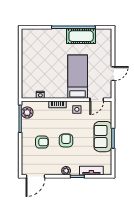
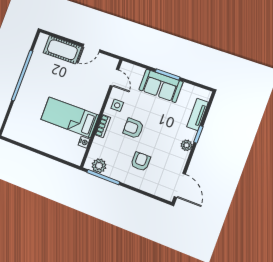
cot: (81, 36) -> (62, 50), moved, turned 90
door: (113, 74) -> (91, 48), swing flipped
bed: (78, 77) -> (70, 117), moved
armchair: (66, 140) -> (133, 128), moved

